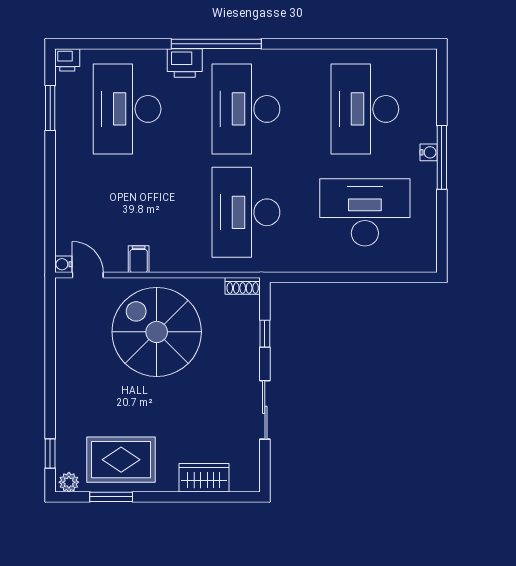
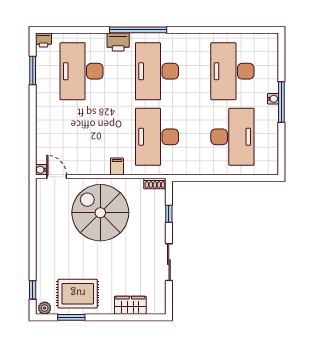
desk: (365, 212) -> (232, 137), turned 90
filing cabinet: (139, 259) -> (117, 167), moved

